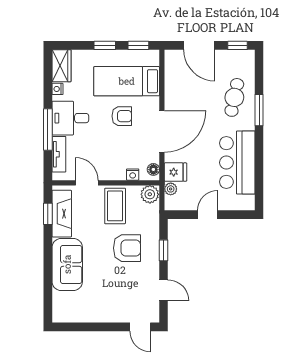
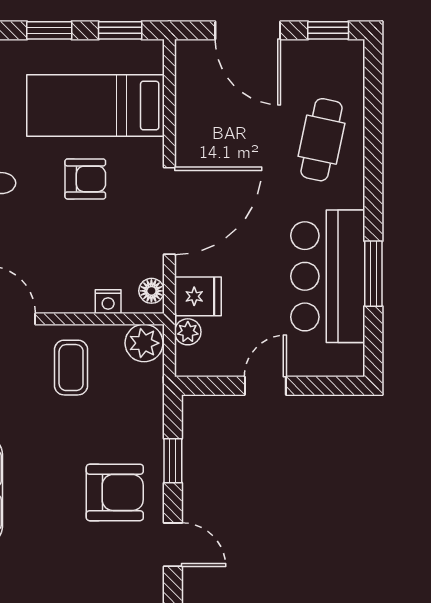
window: (259, 110) -> (373, 274), moved
coffee table: (115, 206) -> (71, 368), width x0.73, depth x0.77
armchair: (127, 248) -> (115, 492), moved

